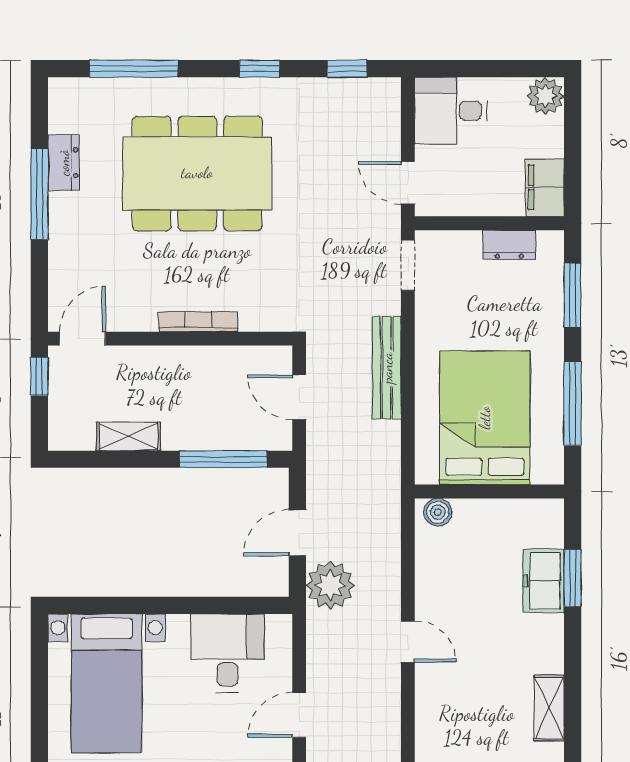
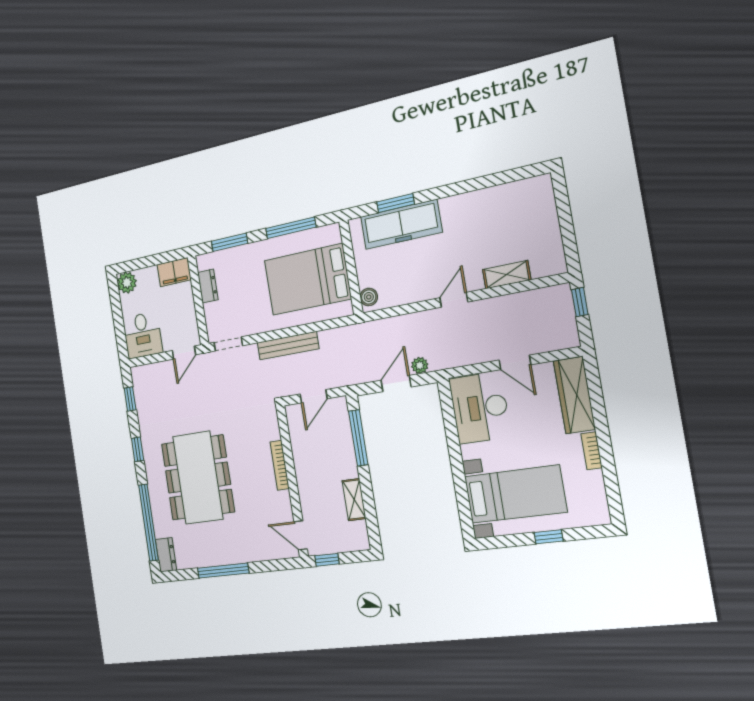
window: (134, 69) -> (148, 522), width x1.46
dresser: (64, 163) -> (166, 555), moved, turned 90
door: (297, 533) -> (396, 384), swing flipped
freezer: (543, 581) -> (401, 224), width x1.91, depth x1.26
plant: (330, 585) -> (420, 365), width x0.53, depth x0.53
desk: (227, 653) -> (480, 408), width x1.37
shelving: (549, 708) -> (507, 275), moved
window: (39, 720) -> (549, 537), added

